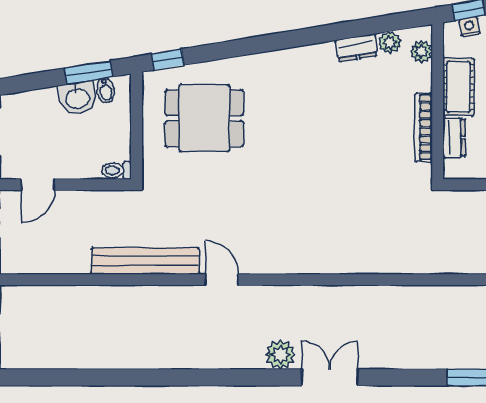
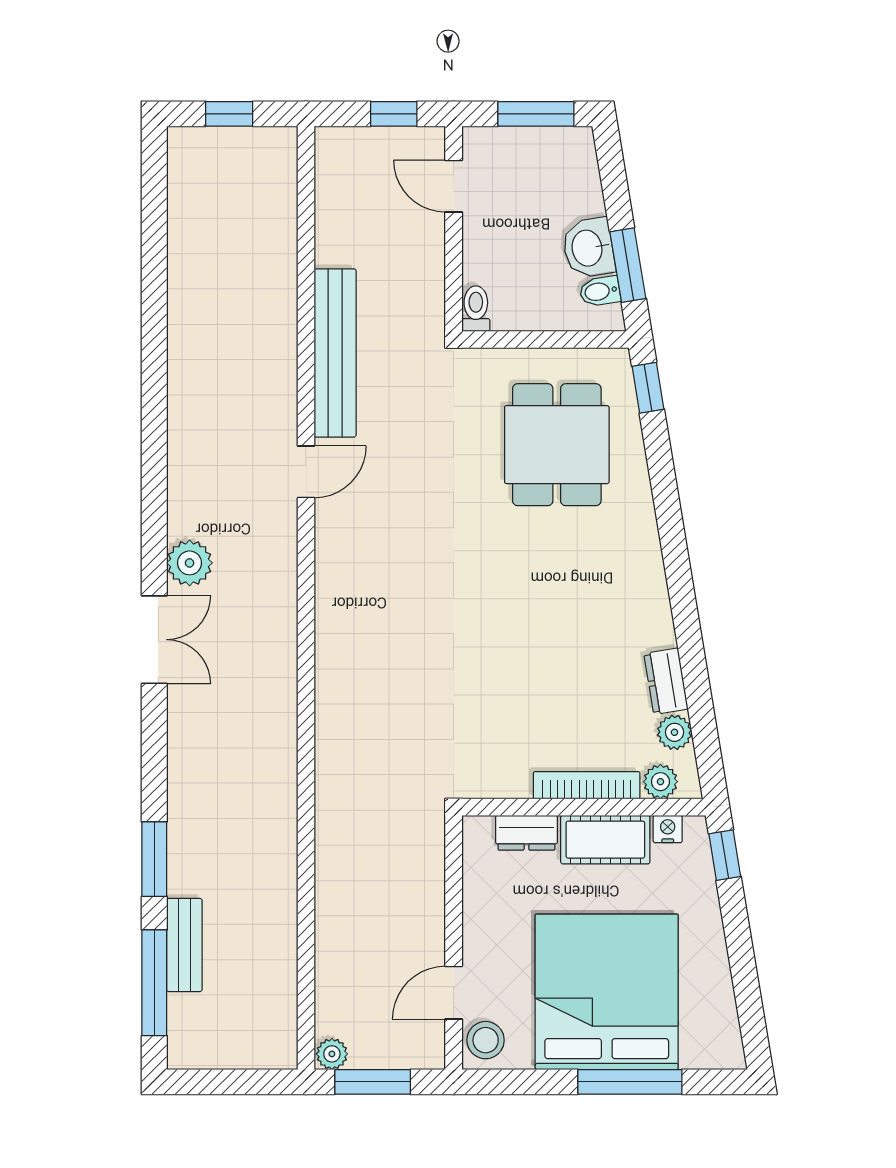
nightstand: (469, 27) -> (668, 829), moved, turned -81
bookcase: (423, 127) -> (587, 785), moved

